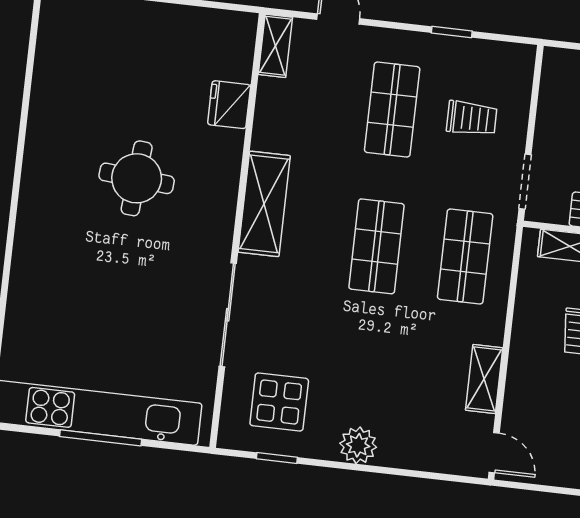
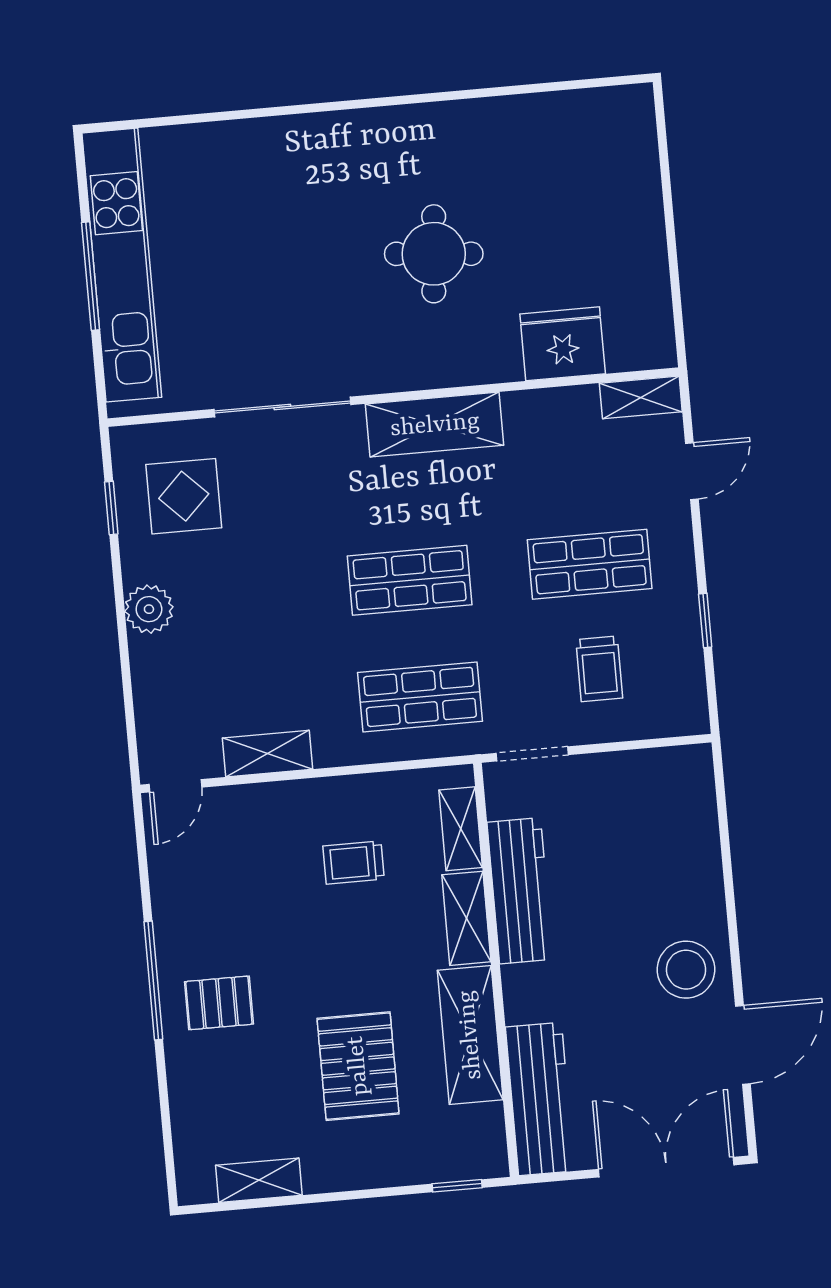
fridge: (229, 105) -> (563, 344), width x1.36, depth x1.34

